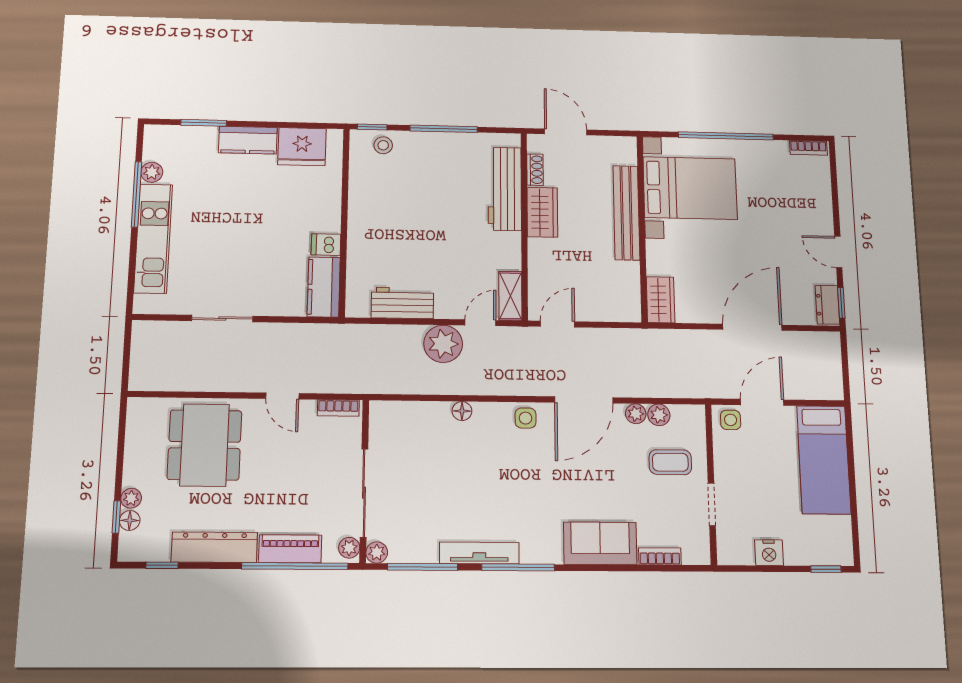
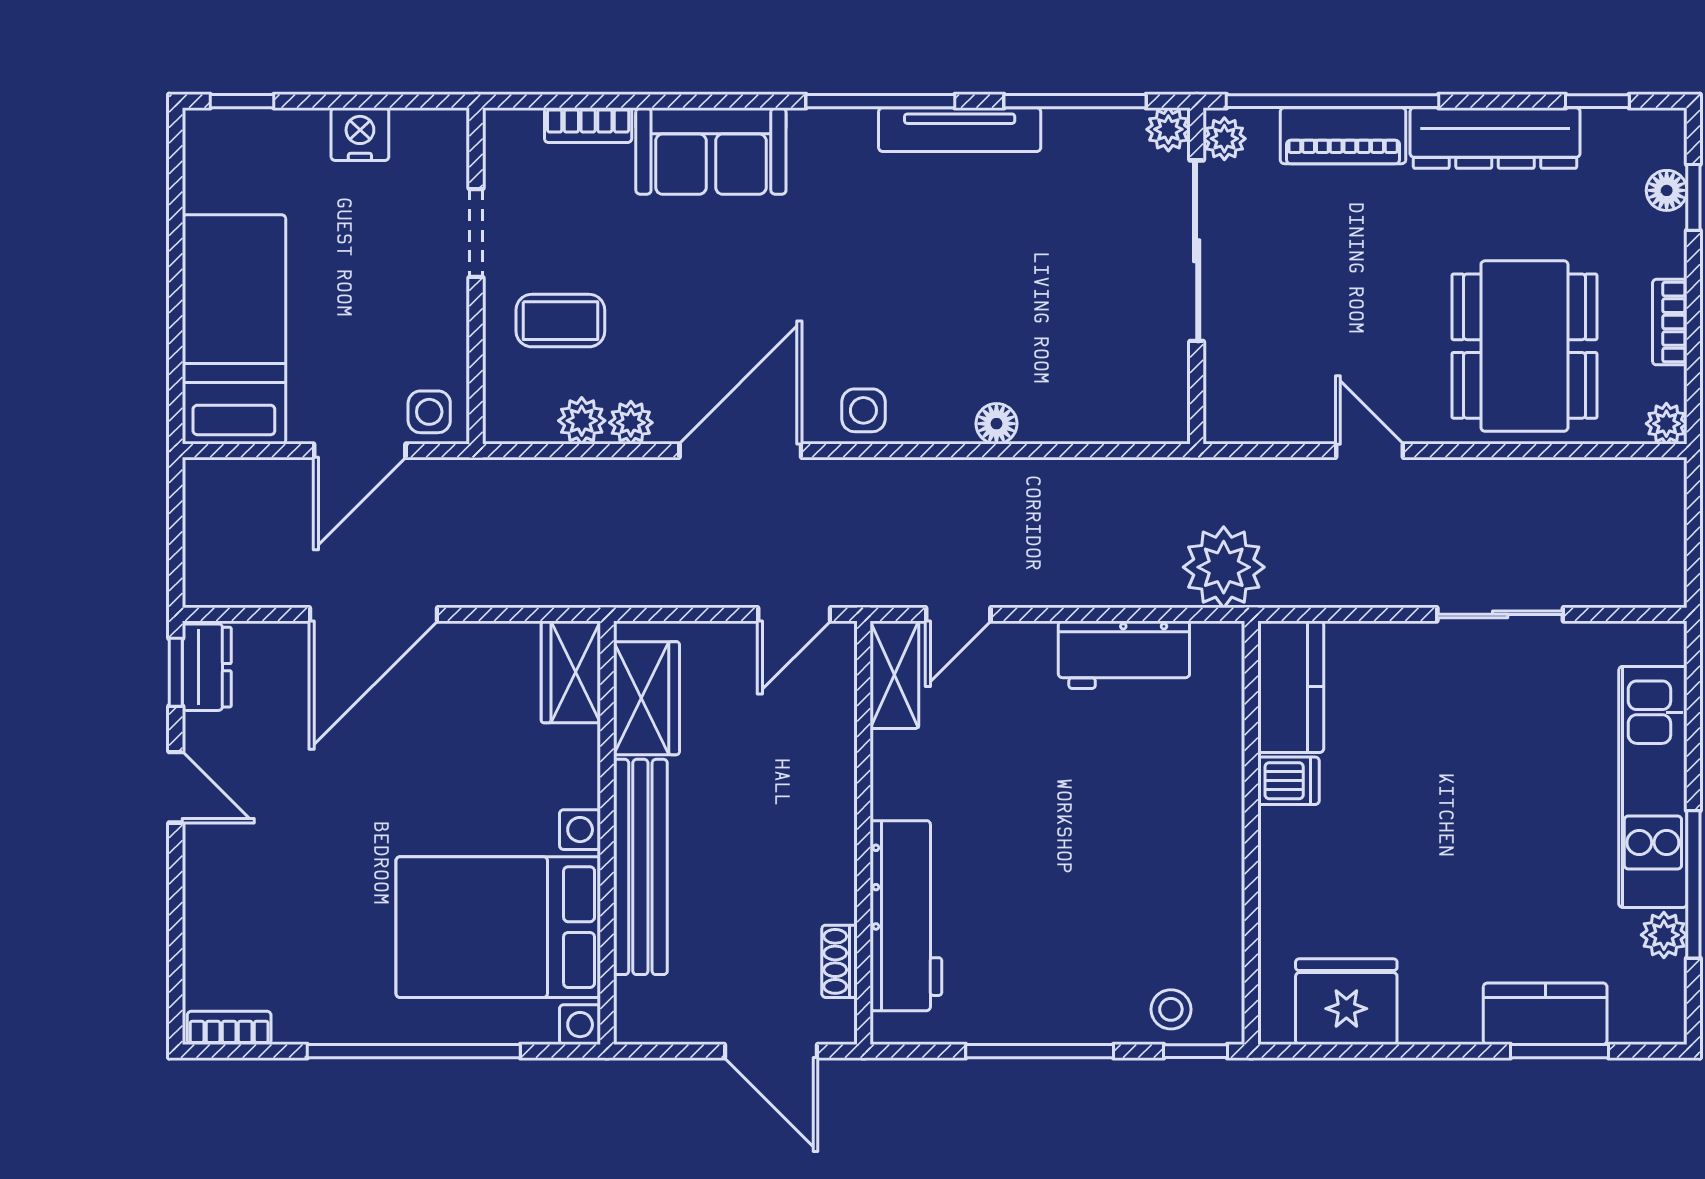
kitchen counter: (248, 140) -> (1545, 1014), moved
wardrobe: (542, 212) -> (646, 698), moved, turned 180
plant: (443, 344) -> (1224, 567), moved
bookcase: (338, 408) -> (1670, 322), moved, turned -90
plant: (131, 498) -> (1666, 424), moved

